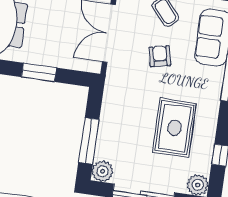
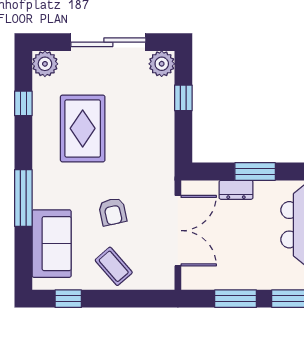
dresser: (57, 60) -> (236, 190), added
window: (89, 141) -> (183, 98), width x0.46

